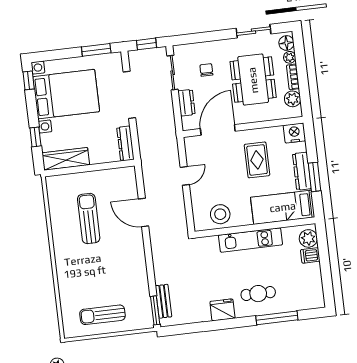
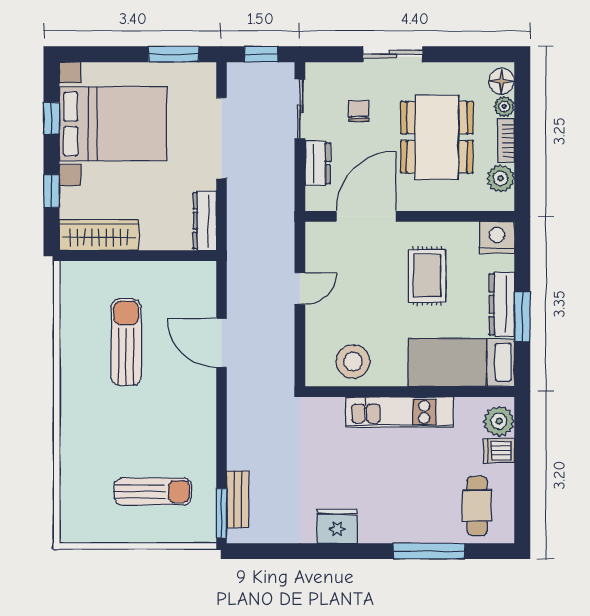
sliding door: (253, 31) -> (393, 54), moved
window: (29, 80) -> (52, 118), moved
cafe table: (258, 294) -> (477, 506), moved, turned 90
sun lounger: (102, 315) -> (153, 492), moved, turned 180

